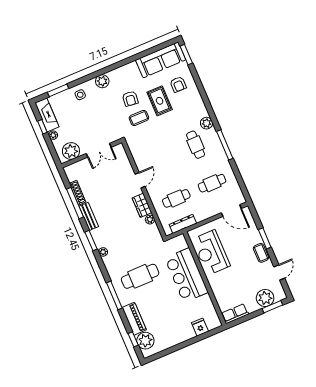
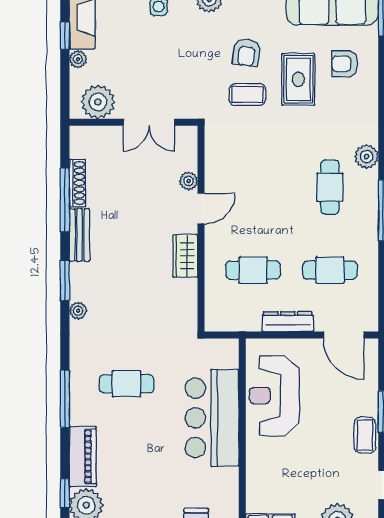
armchair: (178, 84) -> (345, 64), turned 90
plant: (150, 220) -> (189, 181), moved
dresser: (183, 224) -> (288, 322), moved
cafe table: (140, 276) -> (126, 384), width x0.73, depth x0.74

